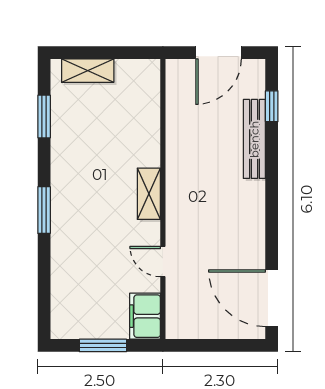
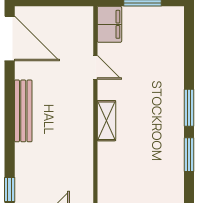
window: (44, 116) -> (189, 155), moved
bench: (254, 139) -> (23, 111), moved

